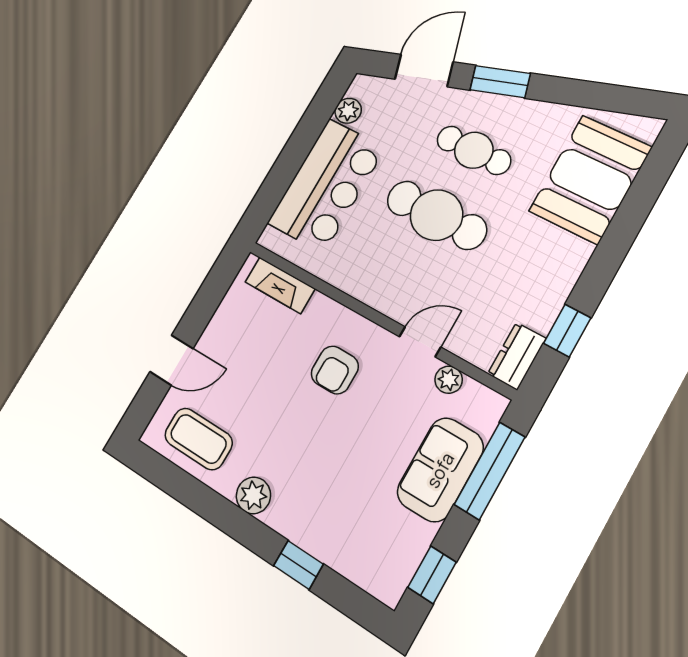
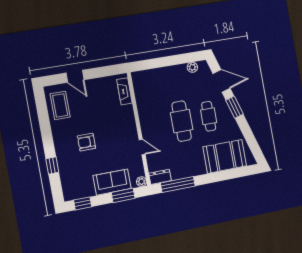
bar counter: (326, 185) -> (165, 80), removed
window: (567, 331) -> (178, 184), width x2.17
armchair: (335, 370) -> (86, 142), moved
plant: (449, 380) -> (141, 182), moved
window: (490, 471) -> (123, 195), width x0.69
plant: (253, 495) -> (59, 136), removed

